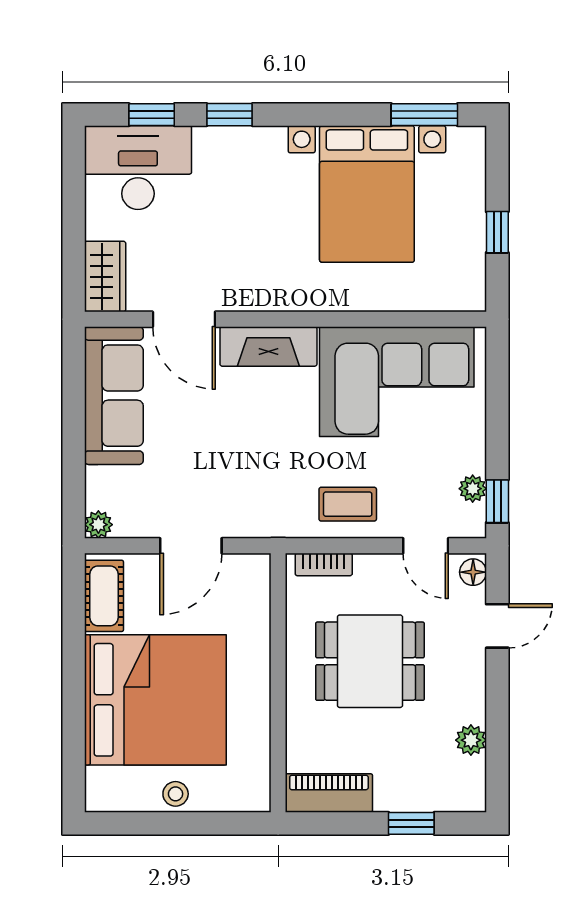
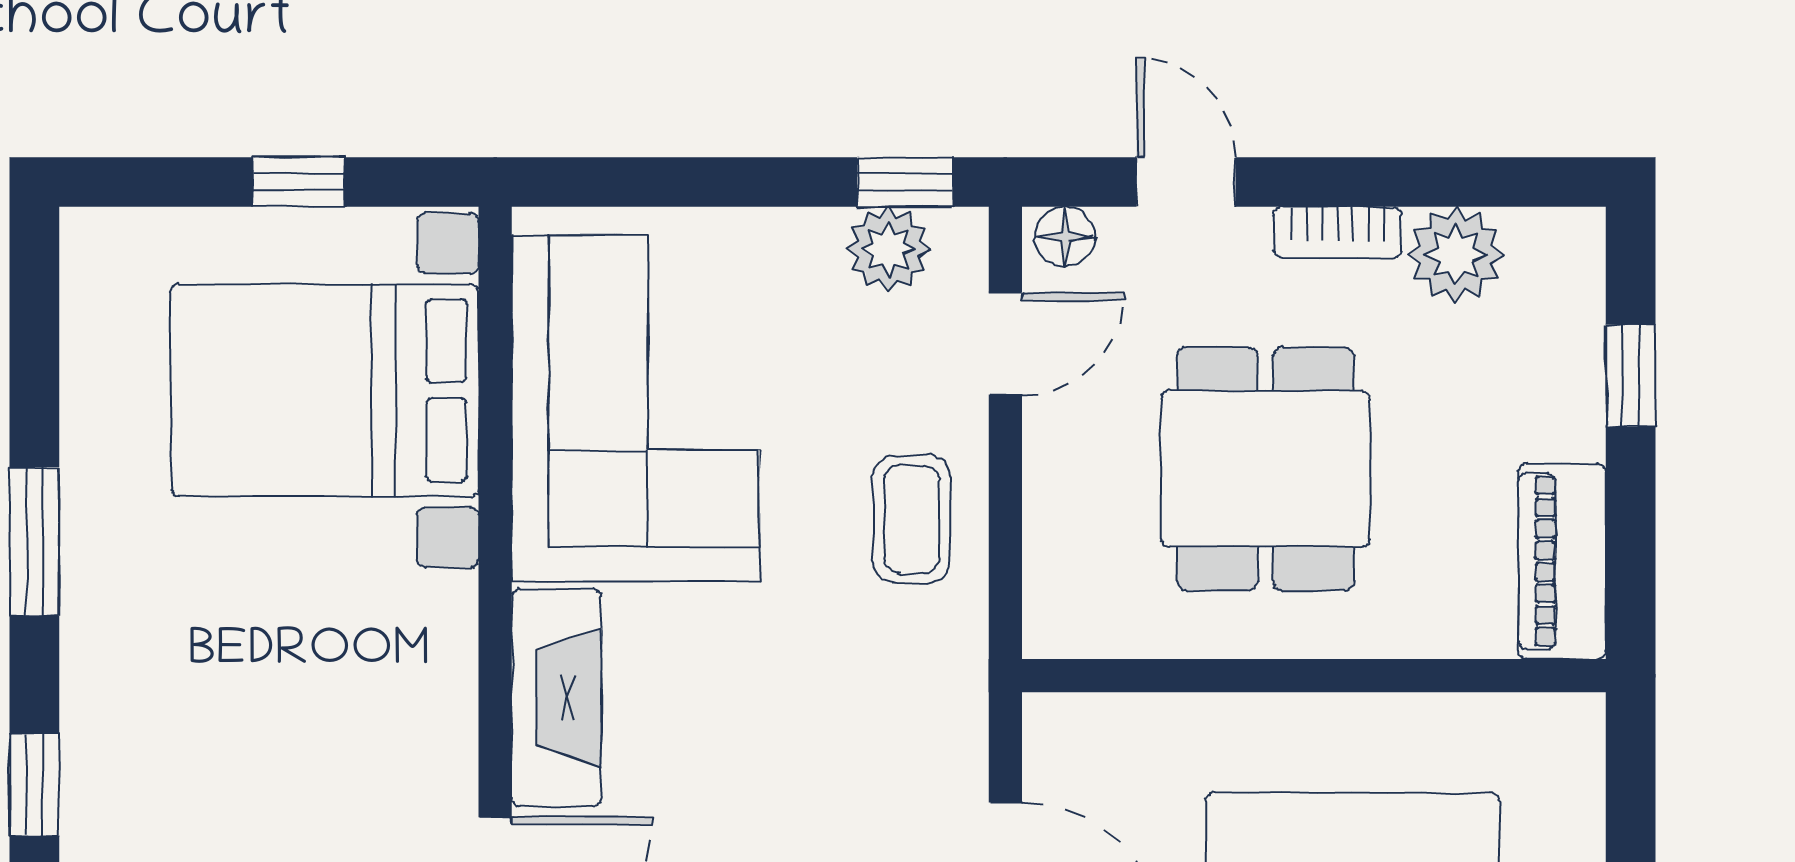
window: (424, 115) -> (34, 541), moved
bed with nightstands: (367, 194) -> (325, 390), moved, turned 180
plant: (473, 489) -> (888, 249), width x1.38, depth x1.38
bookcase: (324, 564) -> (1338, 232), moved, turned 90
plant: (471, 740) -> (1456, 254), width x1.38, depth x1.38

